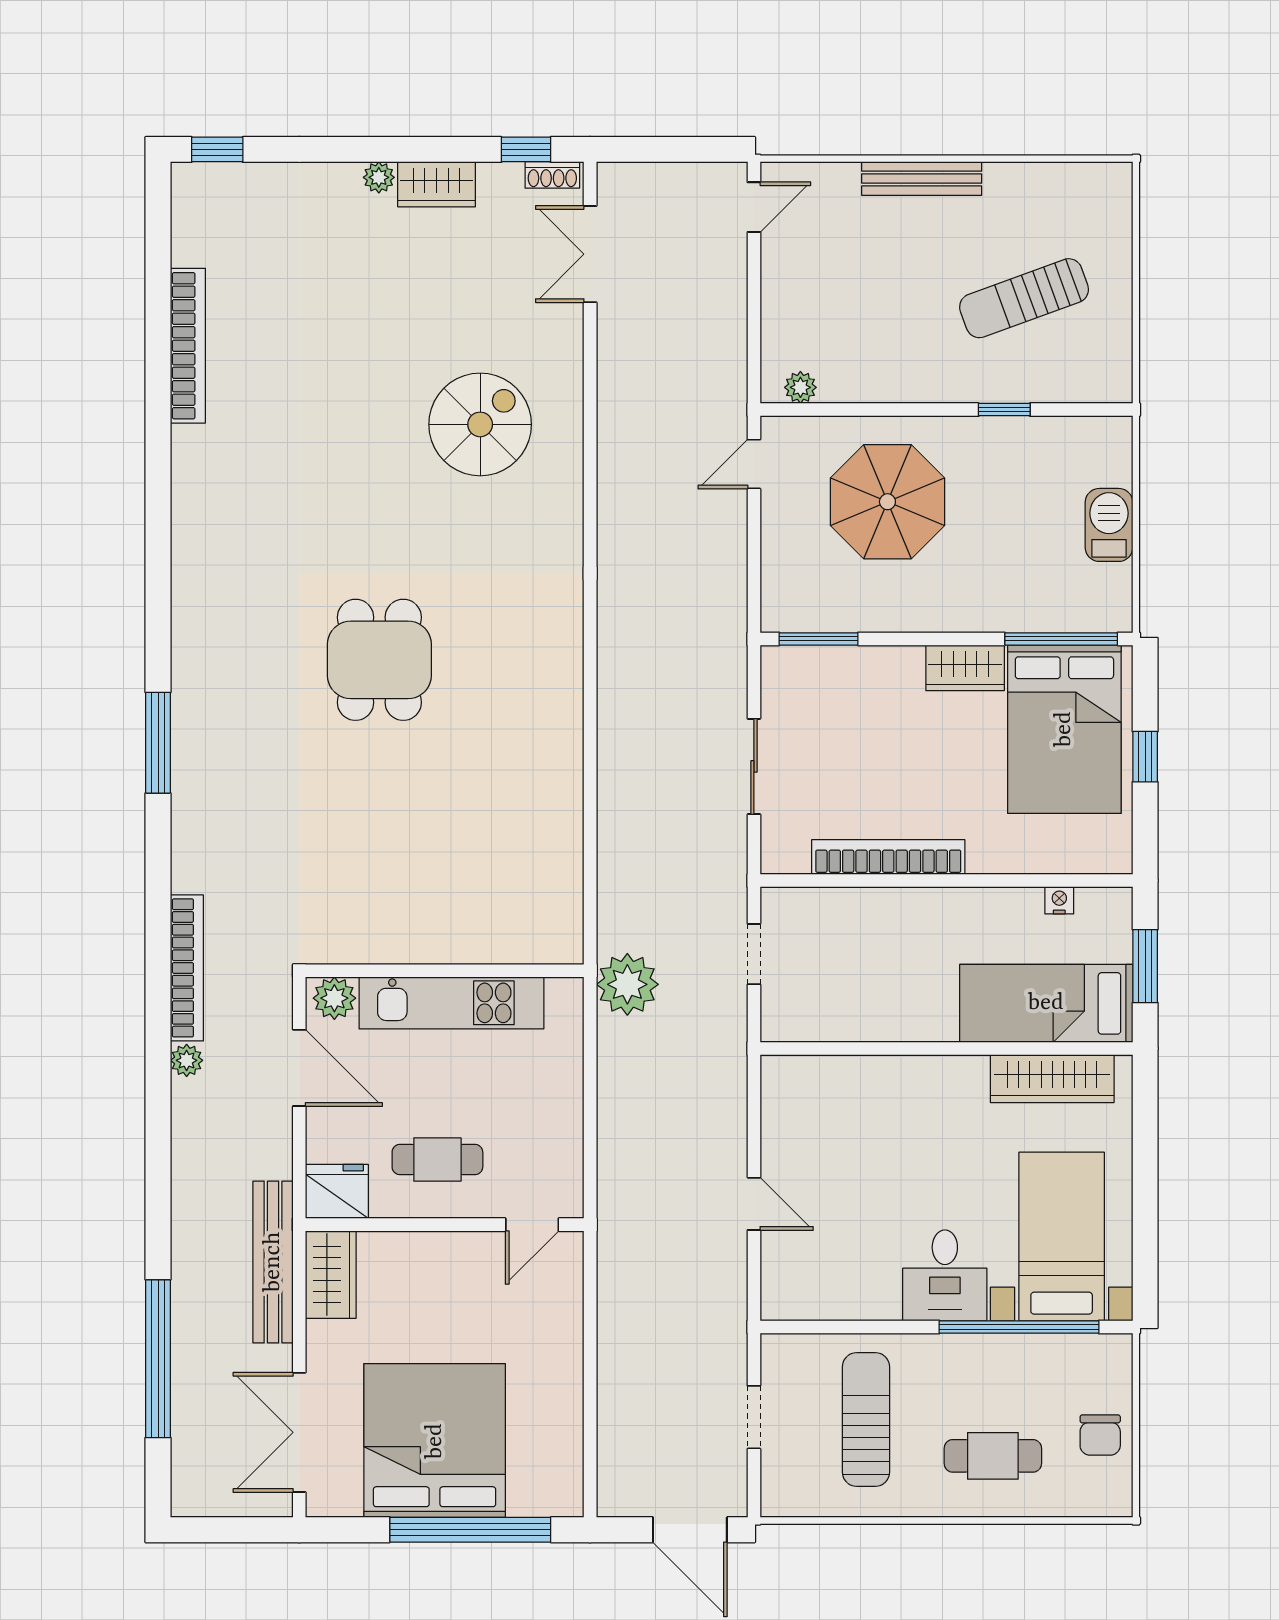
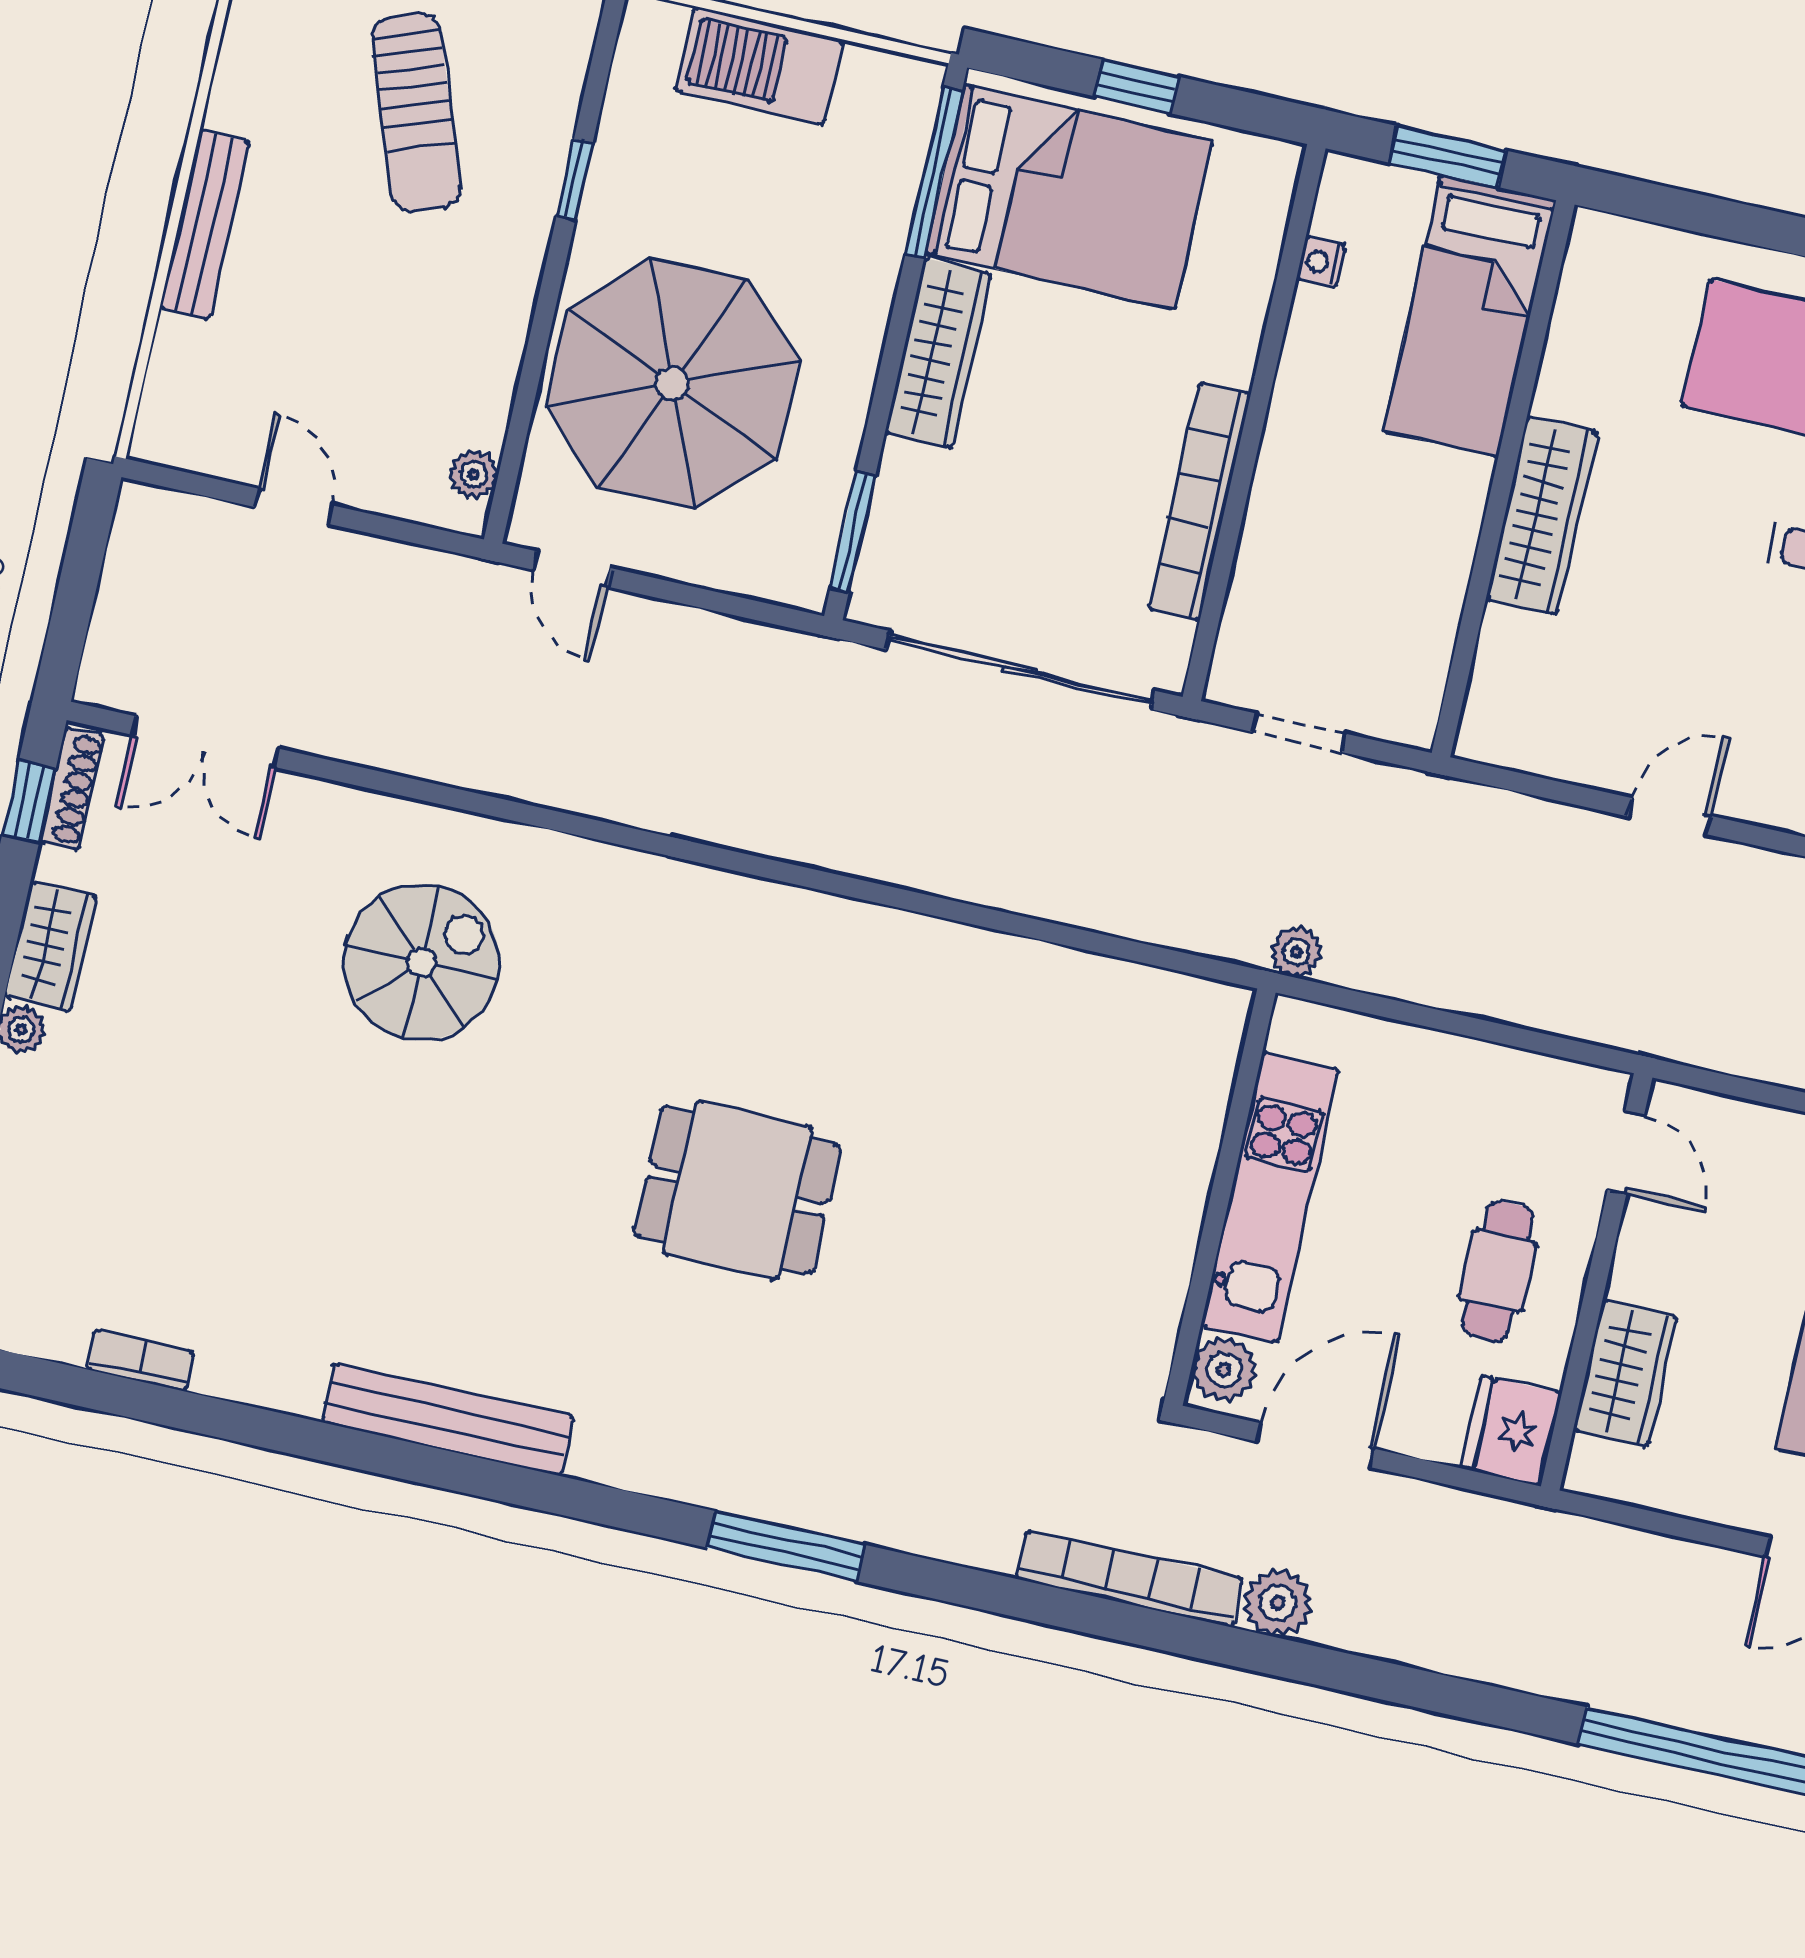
shoe rack: (552, 175) -> (72, 789), width x1.43
door: (754, 207) -> (294, 506), moved
bookcase: (188, 346) -> (140, 1361), width x0.43, depth x0.76
spiral stairs: (480, 424) -> (422, 962), turned 90
parasol: (887, 502) -> (672, 383), width x1.36, depth x1.36
barbecue: (1109, 525) -> (759, 66), width x1.37, depth x1.21
wardrobe: (965, 668) -> (938, 353), width x1.50
sliding door: (754, 766) -> (1020, 670), width x1.86
plant: (627, 984) -> (1296, 952), width x0.53, depth x0.53
plant: (187, 1060) -> (1278, 1603), width x1.38, depth x1.38
wardrobe: (1052, 1079) -> (1542, 516), moved
bench: (273, 1262) -> (447, 1419), moved
wardrobe: (331, 1275) -> (1625, 1373), moved, turned 90

